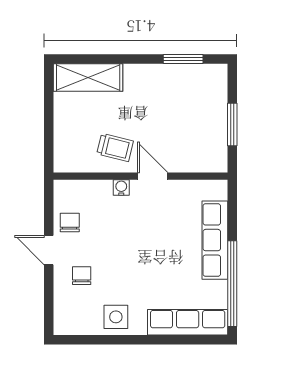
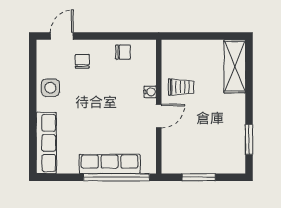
trolley: (115, 148) -> (181, 87), turned -104
door: (49, 250) -> (62, 36), moved
chair: (82, 276) -> (82, 61), turned -90
window: (232, 284) -> (116, 177), moved

